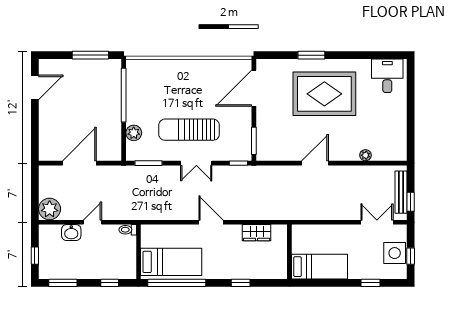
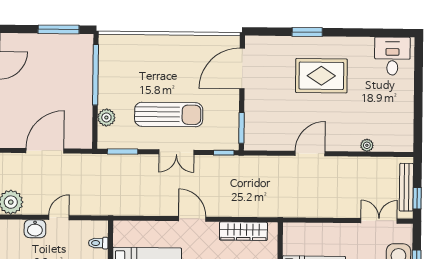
rug: (324, 94) -> (321, 76), width x0.73, depth x0.69
sun lounger: (189, 130) -> (169, 114), turned 180
toilet: (128, 230) -> (98, 243), moved
wardrobe: (257, 233) -> (243, 231), width x1.50

